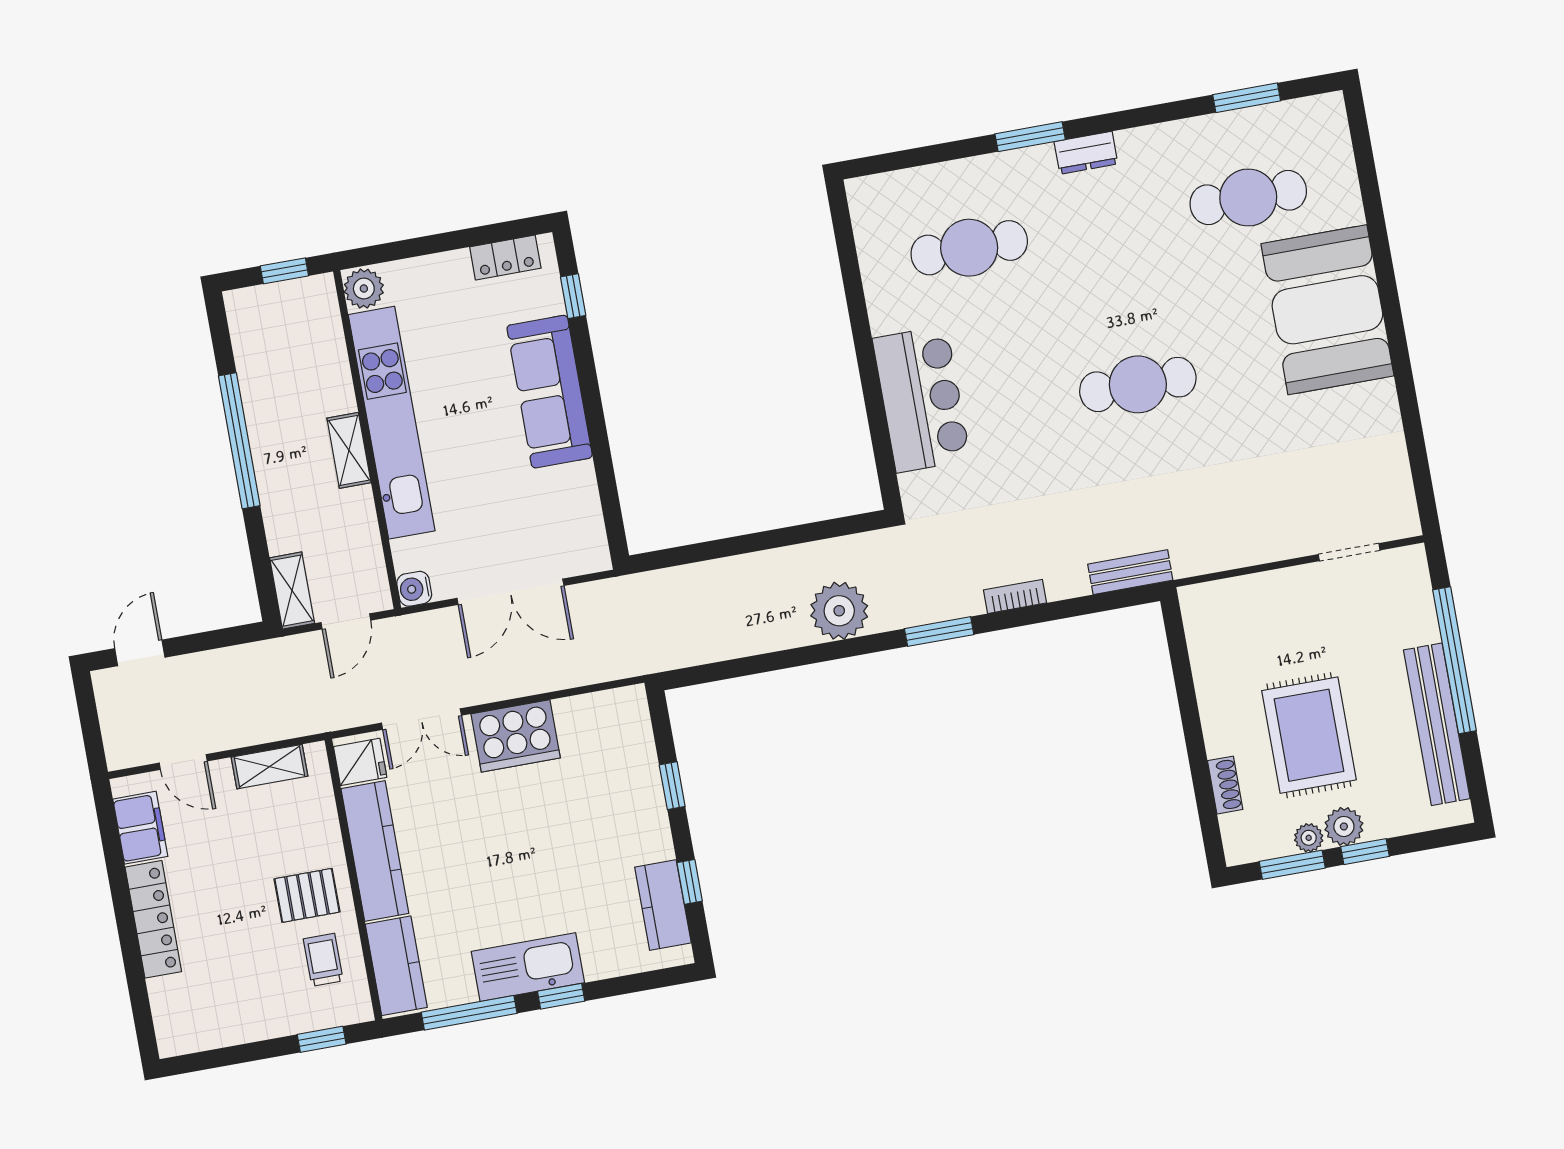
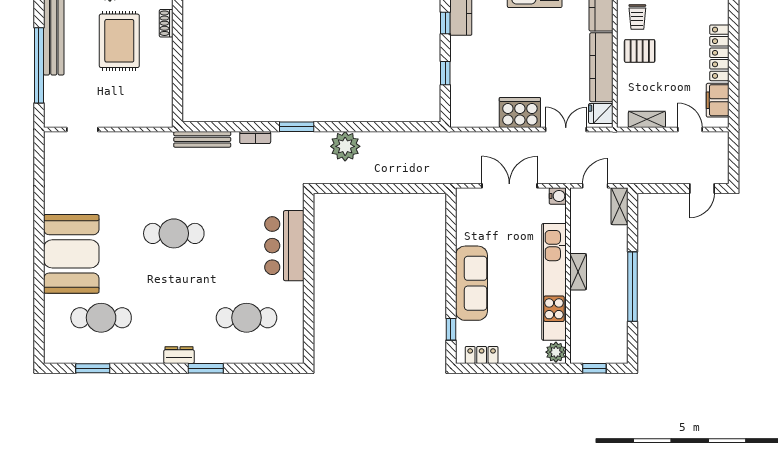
bench: (1130, 572) -> (202, 139), width x1.36

